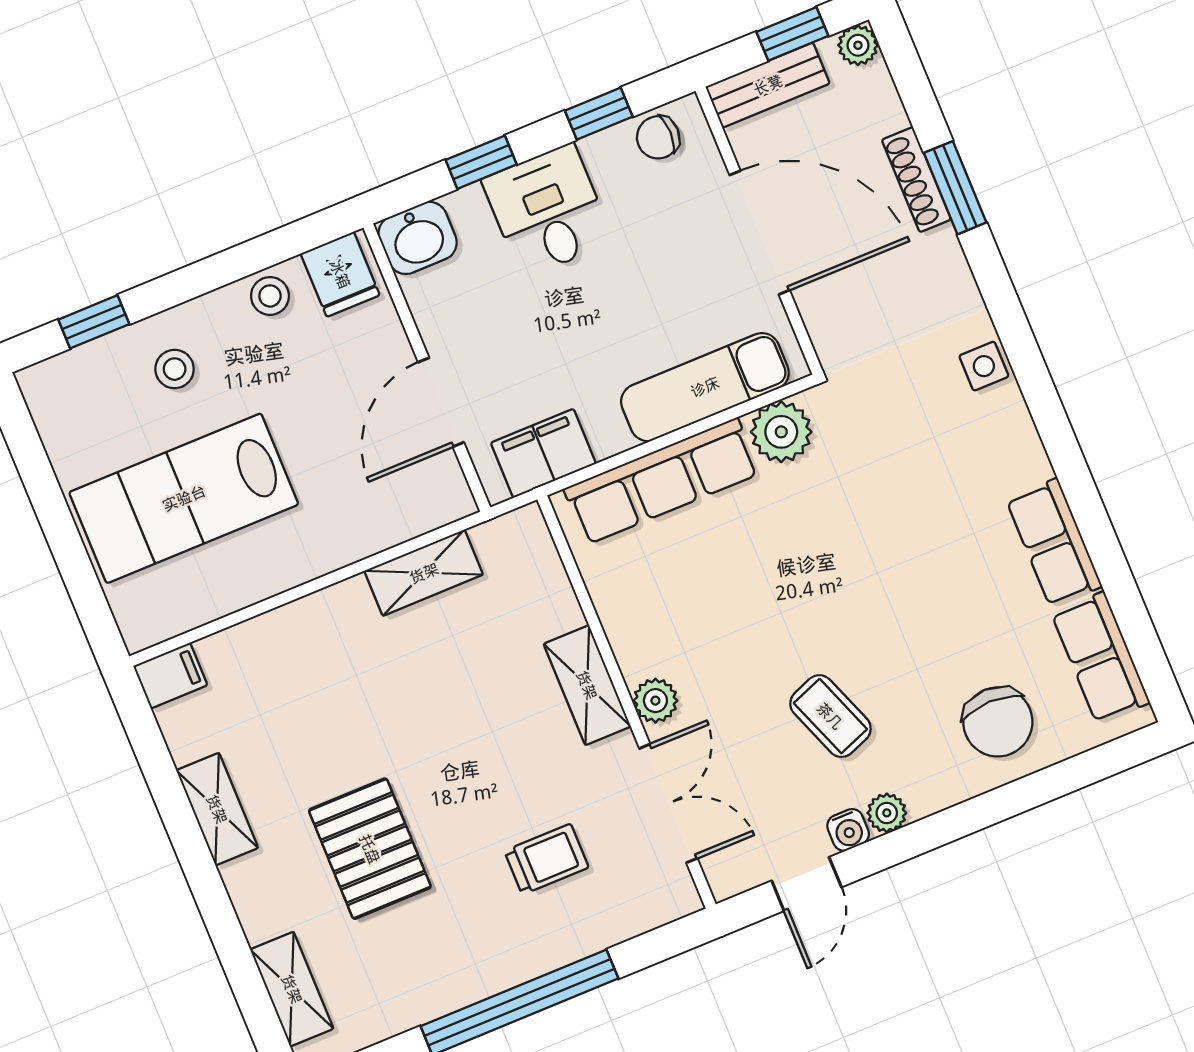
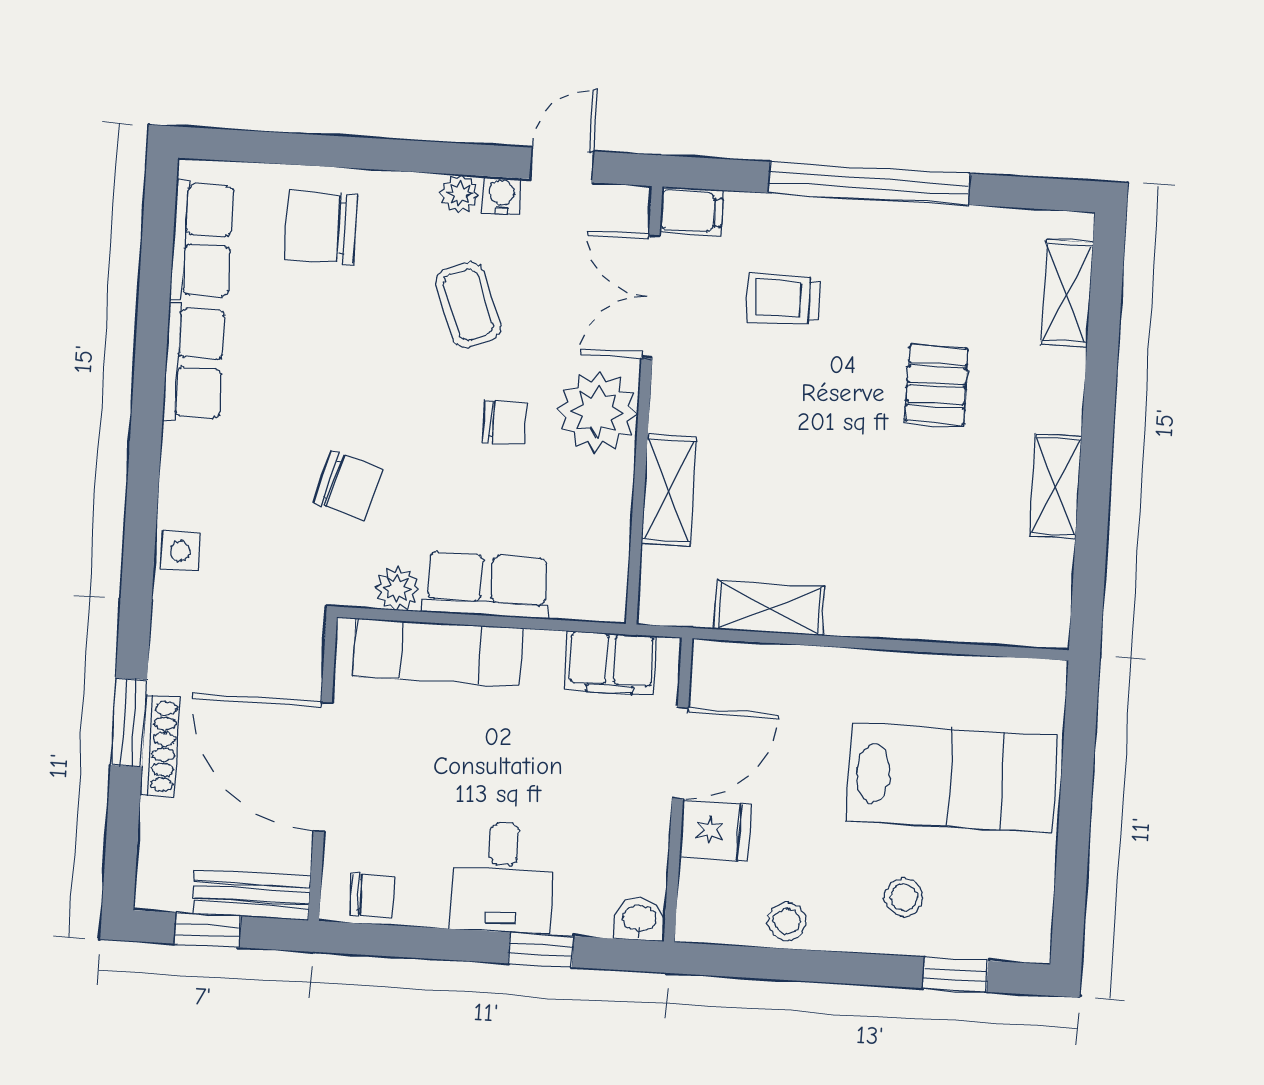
plant: (858, 45) -> (154, 892), removed
window: (599, 114) -> (415, 942), removed
washbasin: (418, 238) -> (640, 919), width x0.72, depth x0.69
fridge: (340, 274) -> (715, 831), moved, turned 90
plant: (781, 432) -> (397, 588), width x0.73, depth x0.73
row of seats: (662, 481) -> (487, 585), width x0.68
chair: (860, 499) -> (348, 485), added
chair: (746, 625) -> (504, 422), added
filing cabinet: (170, 676) -> (691, 211), moved, turned 180
shelving: (587, 685) -> (669, 490), moved
plant: (655, 701) -> (597, 412), width x1.88, depth x1.88
chair: (998, 722) -> (321, 227), turned -90
pallet: (370, 849) -> (936, 385), width x0.67, depth x0.71

